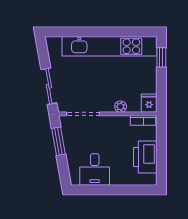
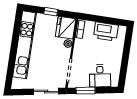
window: (161, 57) -> (51, 12), moved
fridge: (149, 103) -> (66, 28), width x1.88, depth x1.34
desk: (95, 169) -> (100, 76), moved, turned 80

